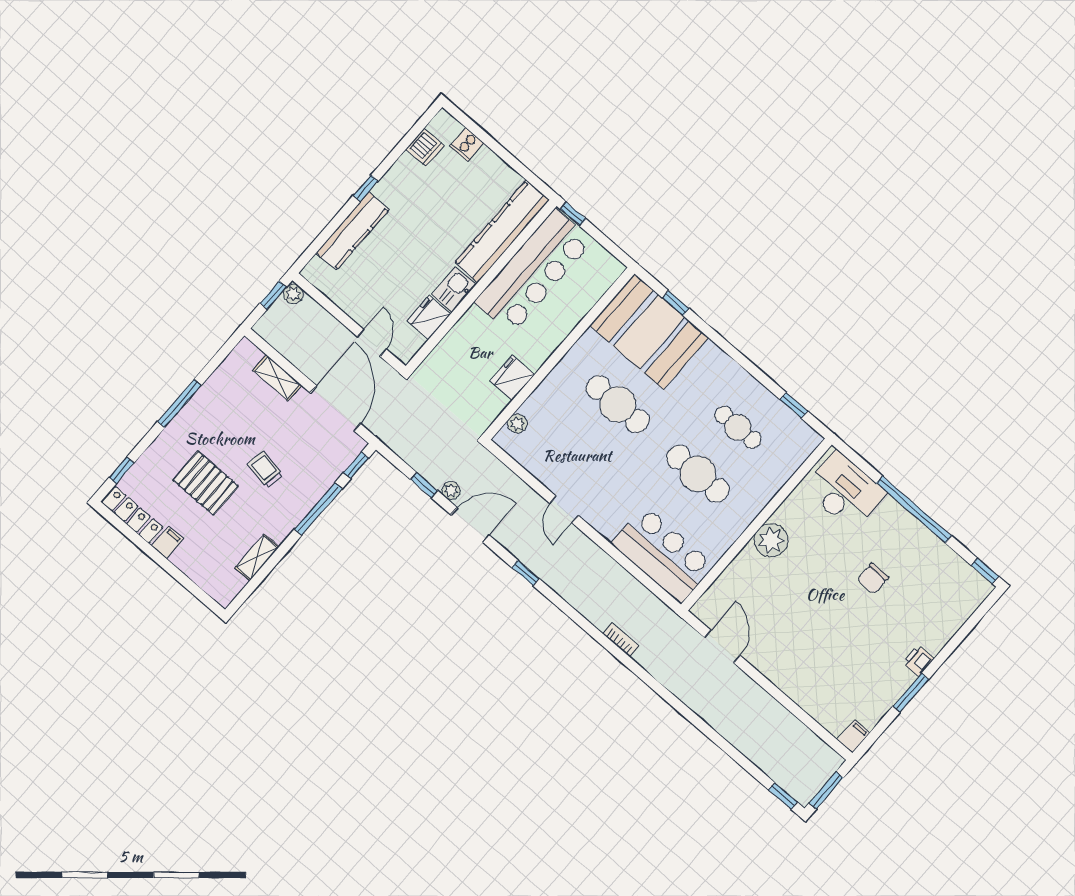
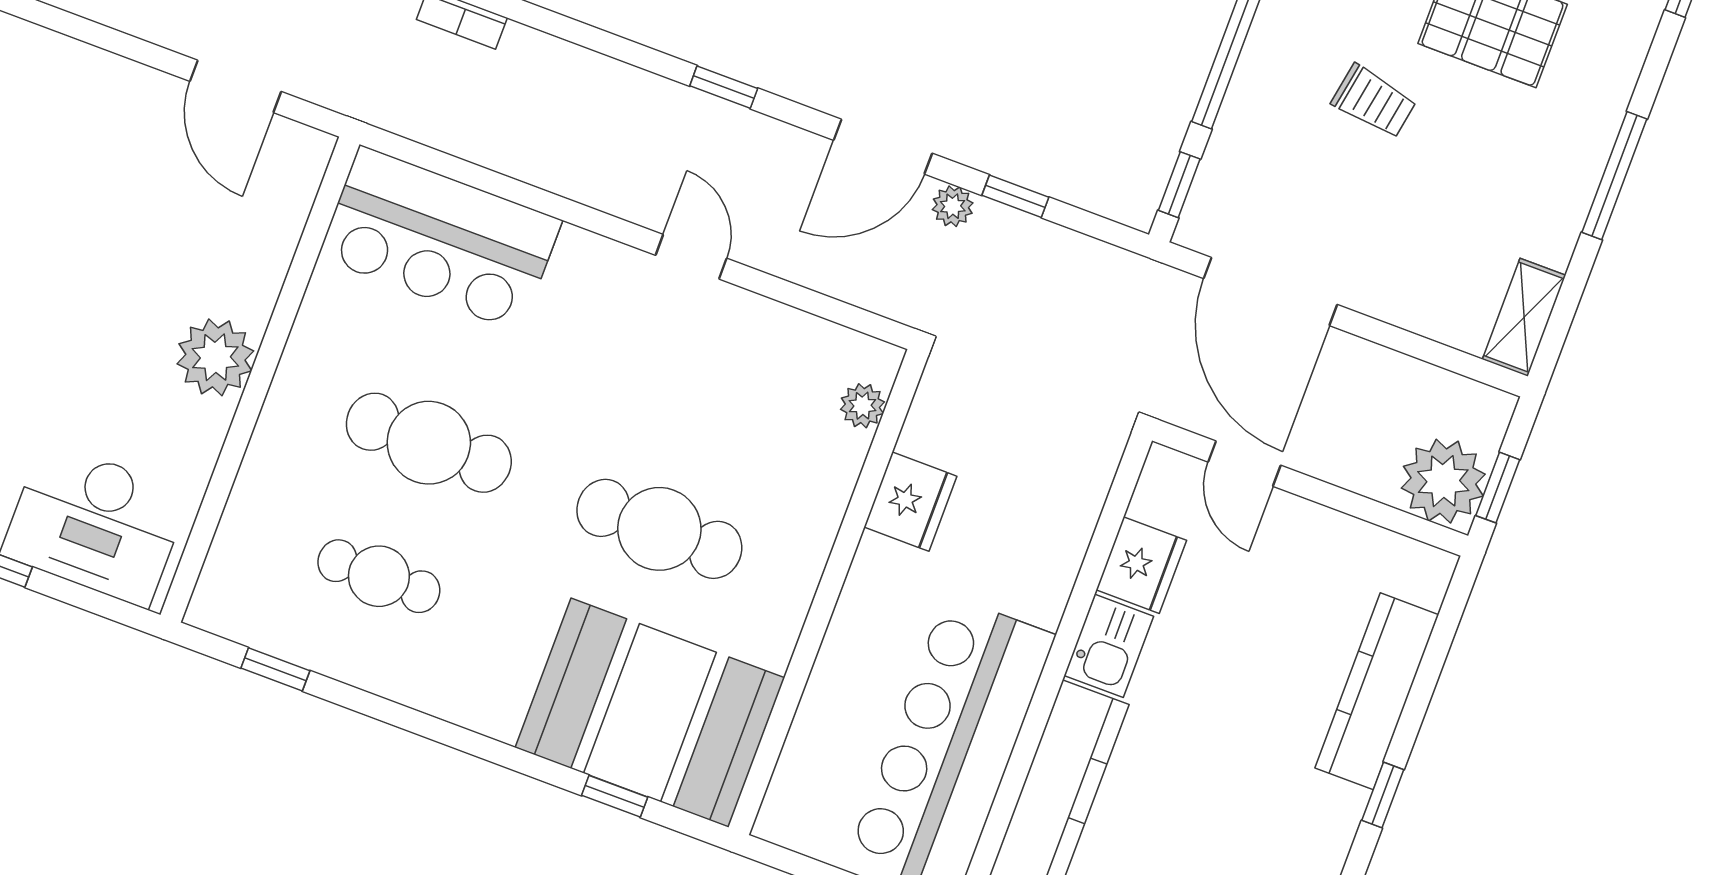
plant: (293, 294) -> (1443, 481), width x1.88, depth x1.88
shelving: (277, 378) -> (1524, 317), moved, turned 90

